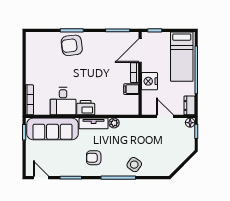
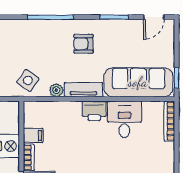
armchair: (94, 158) -> (83, 44), turned 180
side table: (134, 165) -> (28, 80), moved
door: (41, 178) -> (154, 17), hinge flipped

